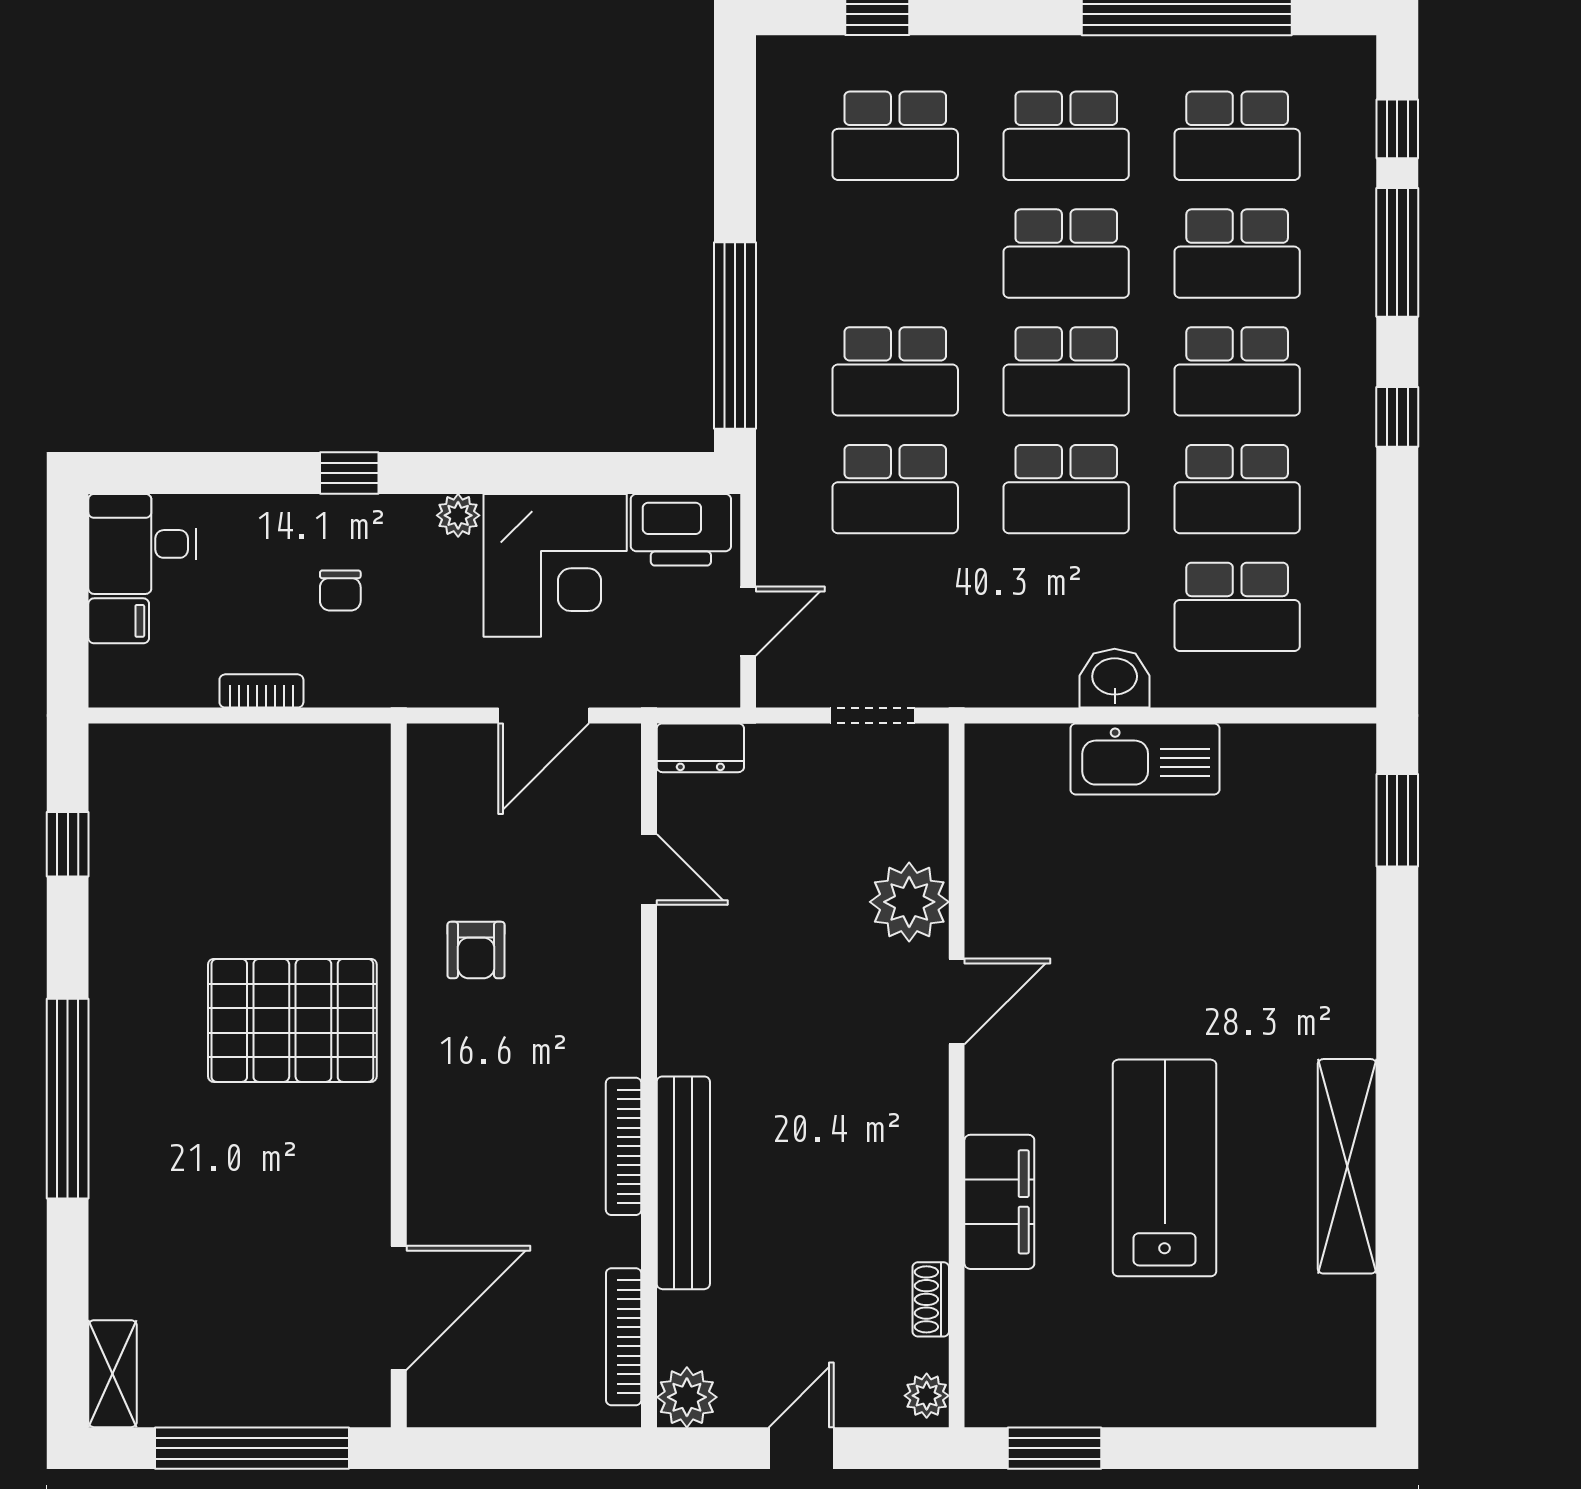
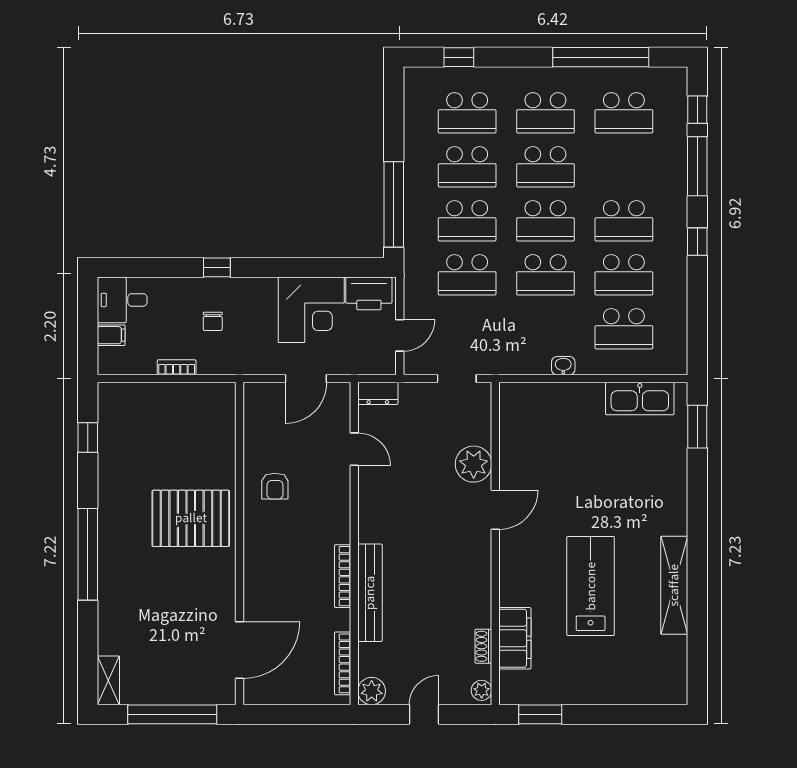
school desk: (1237, 254) -> (467, 167), moved
plant: (458, 515) -> (267, 287), removed
washbasin: (1115, 678) -> (563, 366), width x0.72, depth x0.69
kitchen sink: (1145, 759) -> (640, 399), moved
filing cabinet: (999, 1202) -> (515, 638), moved

